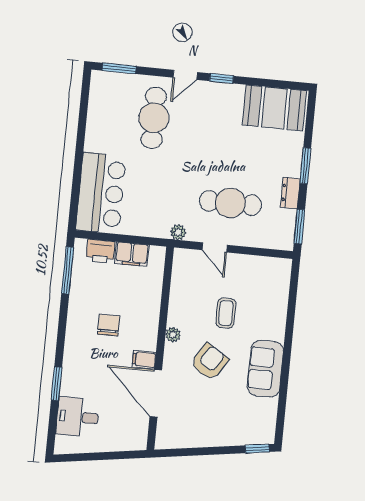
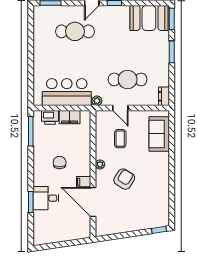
cafe table: (154, 118) -> (75, 31), turned 90
bar counter: (101, 193) -> (67, 92), moved, turned -90
dresser: (290, 193) -> (164, 96), moved
window: (299, 227) -> (172, 19), moved
coffee table: (226, 313) -> (120, 139), moved
sofa: (265, 369) -> (159, 134), moved
desk: (78, 417) -> (46, 198), moved

